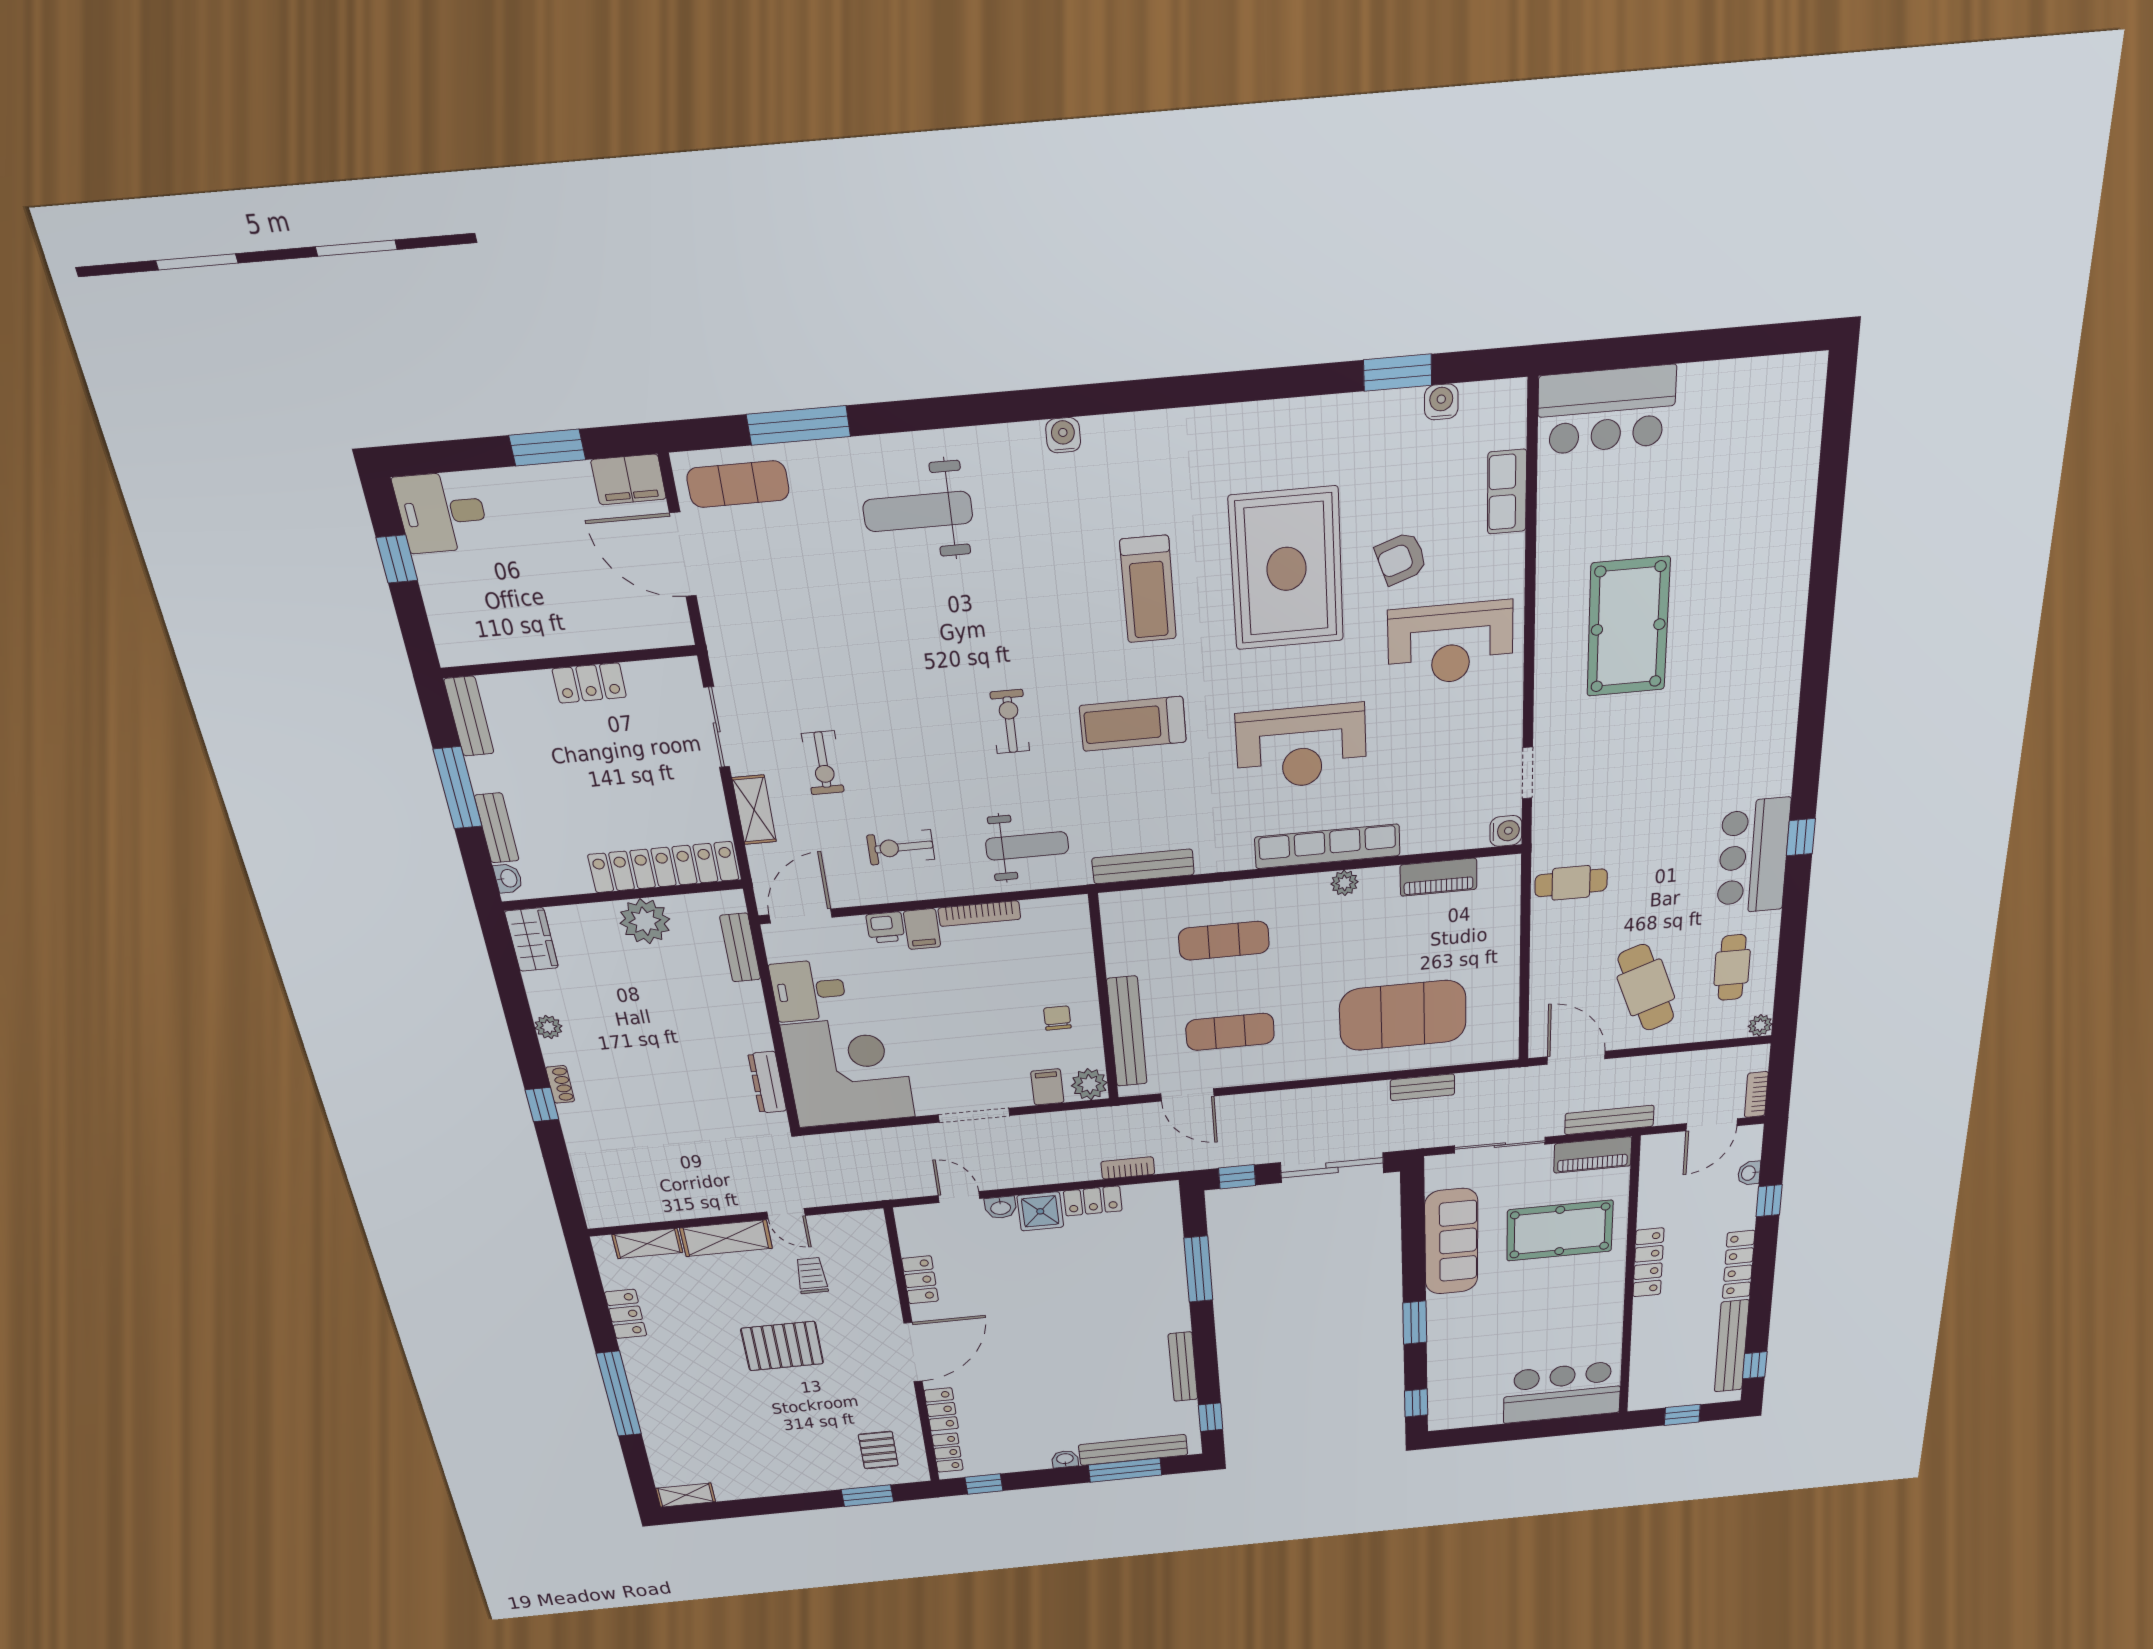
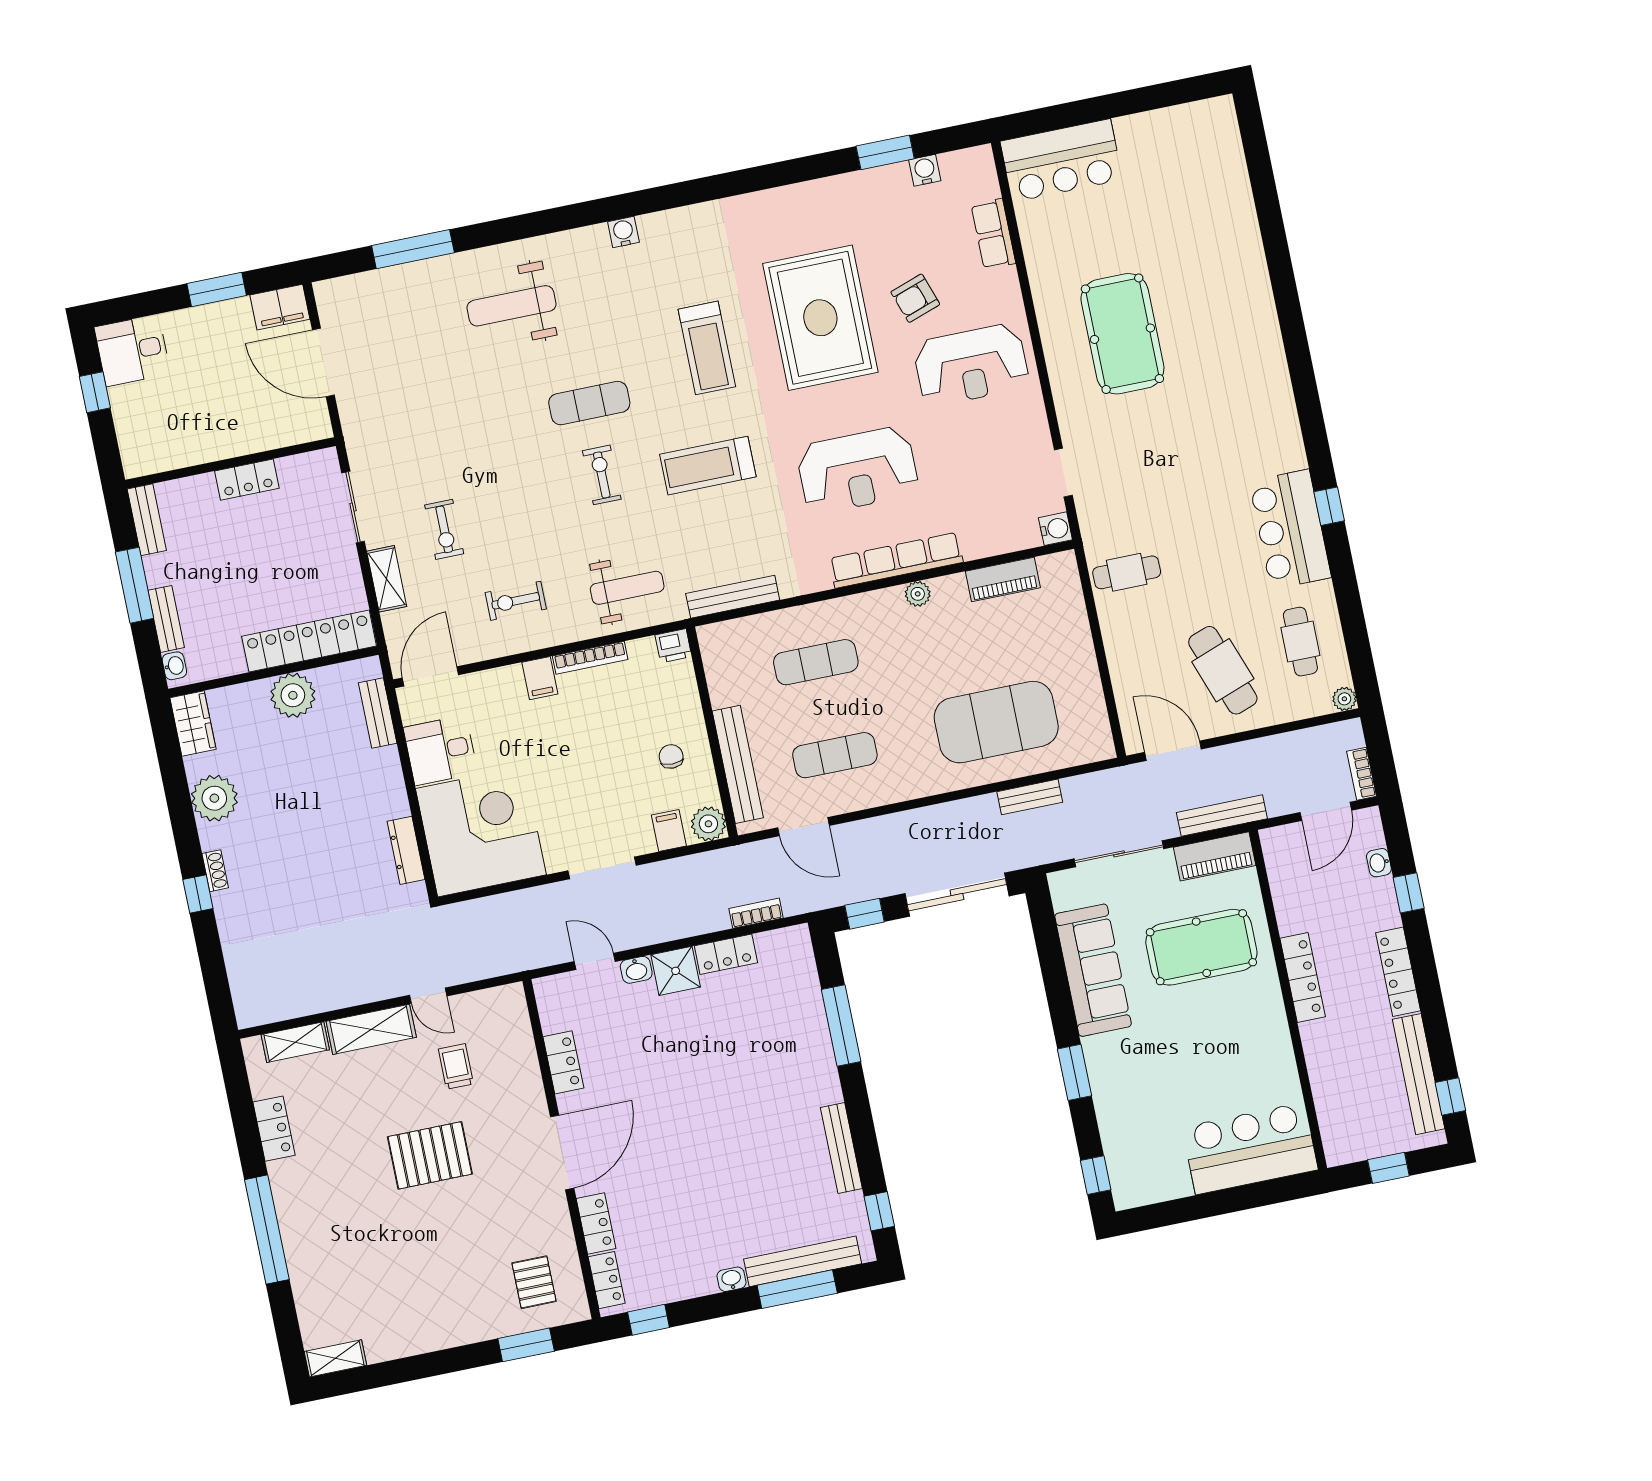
exercise mat: (738, 484) -> (589, 403), moved
printer: (885, 928) -> (673, 646), moved
plant: (549, 1027) -> (214, 798), width x1.88, depth x1.88

